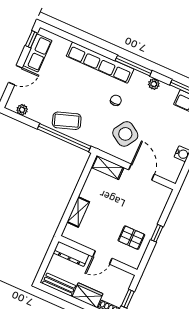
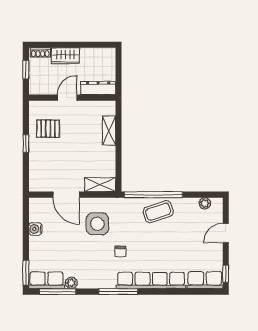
row of seats: (37, 53) -> (205, 280), moved, turned 90
plant: (154, 84) -> (71, 283), moved
side table: (125, 134) -> (97, 224), turned -33
bench: (59, 285) -> (97, 54), removed

